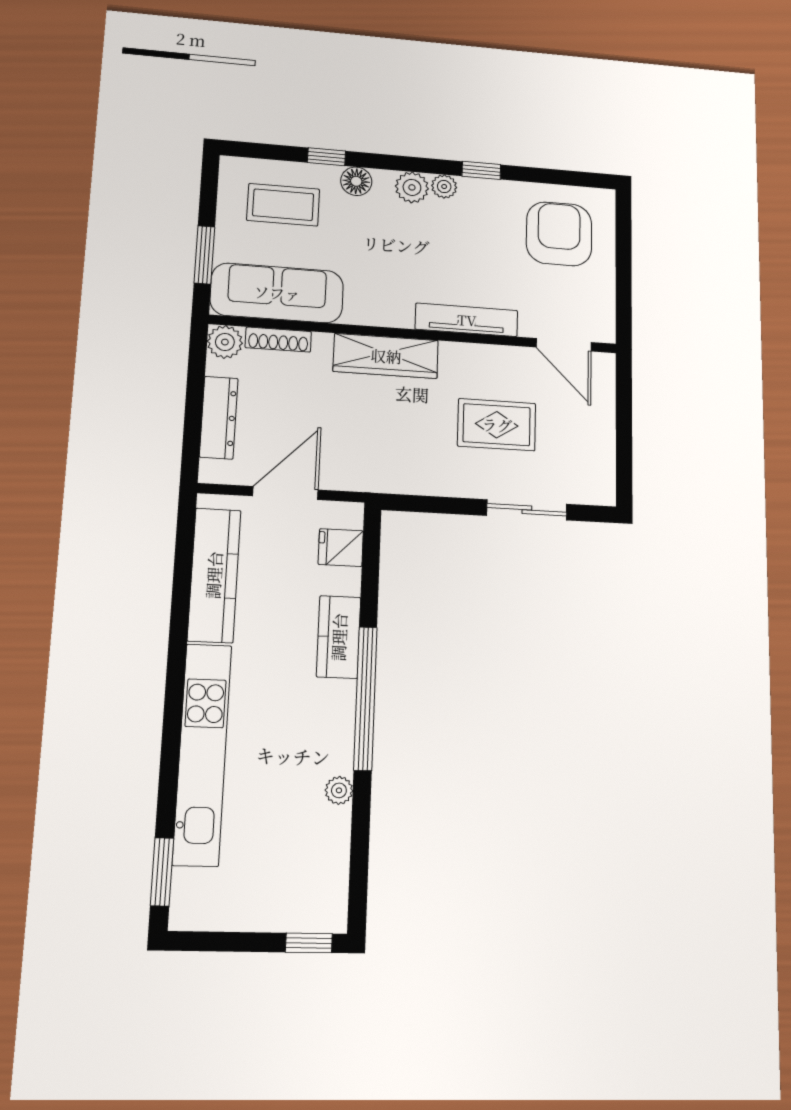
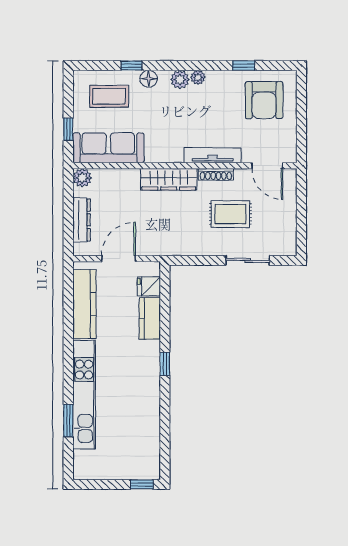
window: (481, 170) -> (244, 66), moved
armchair: (559, 234) -> (264, 100), turned 180
window: (204, 255) -> (68, 129), width x0.67
shoe rack: (278, 340) -> (216, 174), moved
kitchen counter: (339, 637) -> (150, 318), moved
window: (365, 698) -> (165, 364), width x0.32
plant: (339, 790) -> (153, 411), removed
window: (162, 872) -> (68, 421), moved

